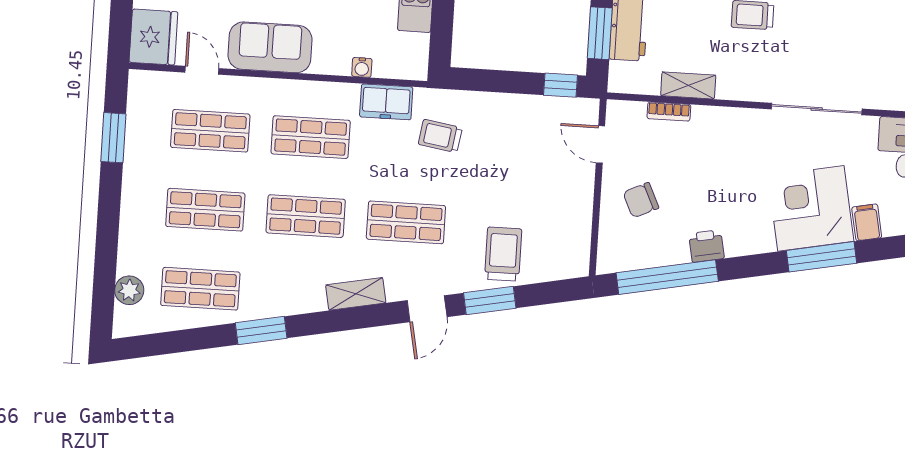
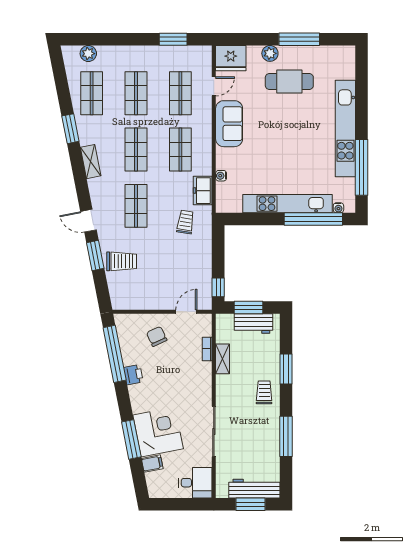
shelving: (356, 294) -> (91, 162), moved

